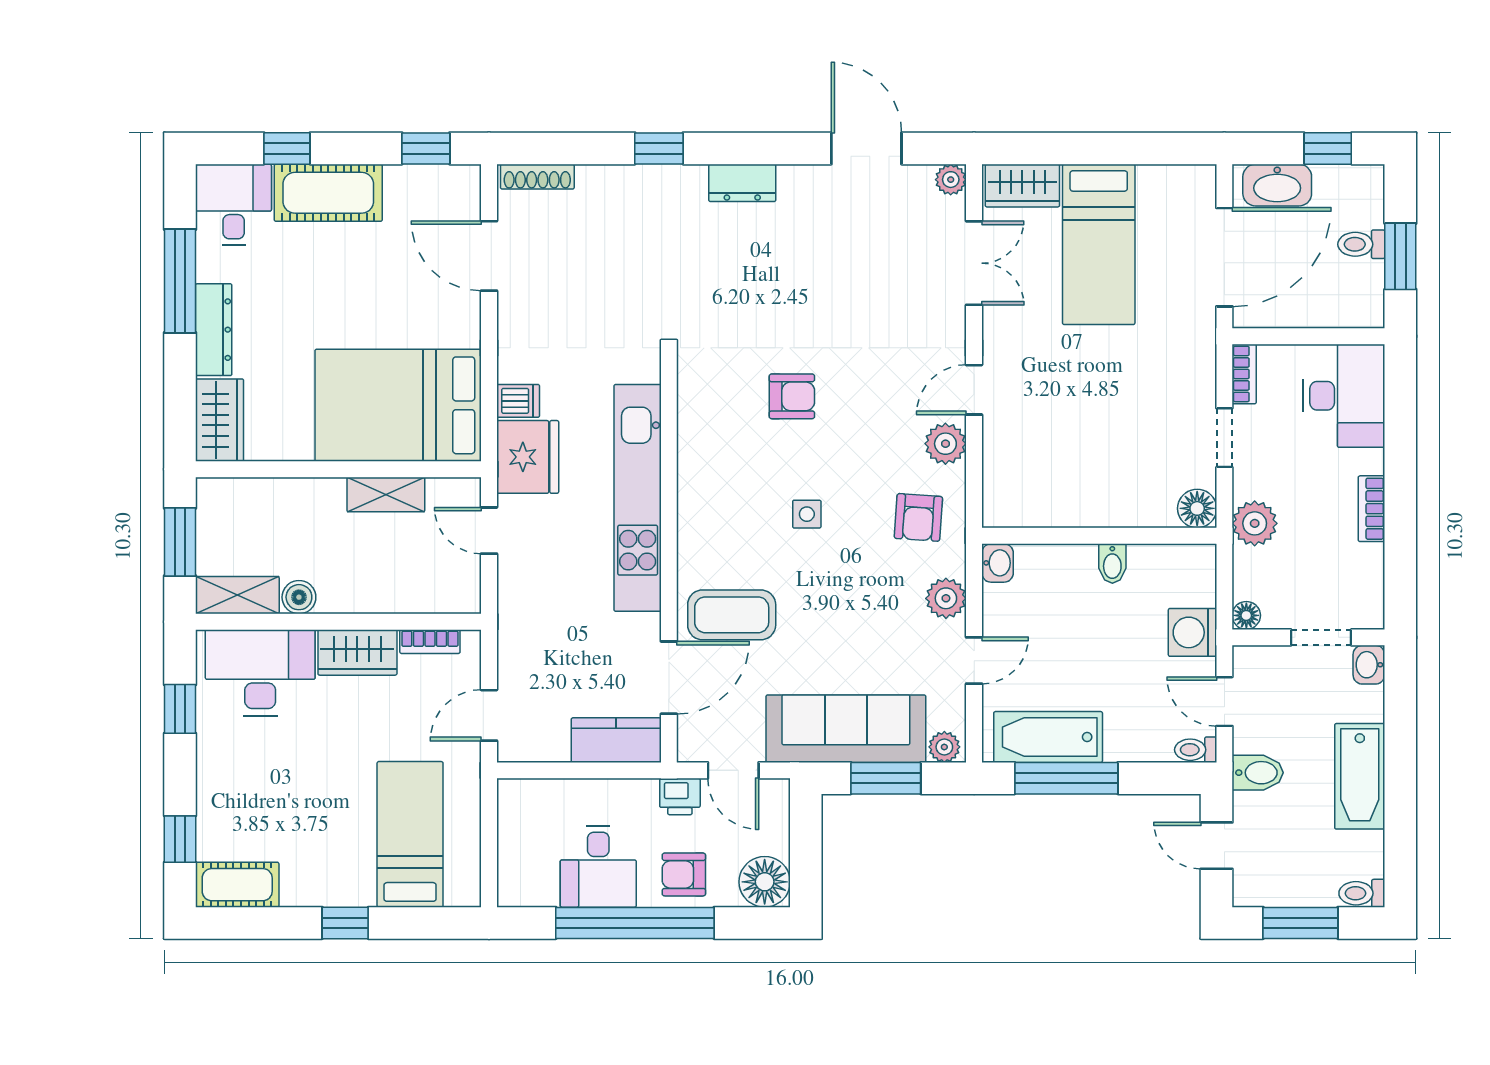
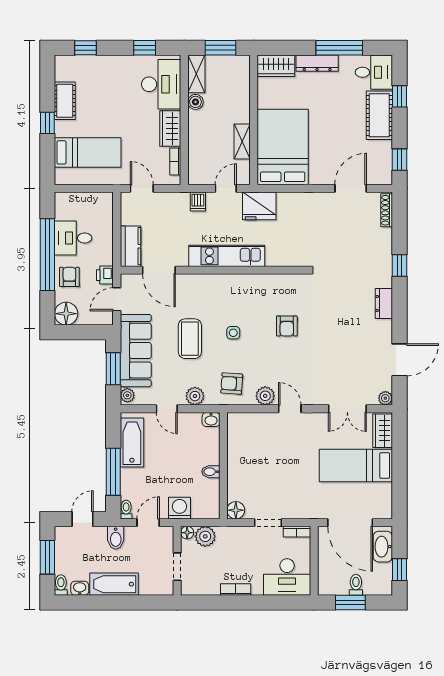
dishwasher: (518, 401) -> (198, 202), moved
kitchen unit: (638, 498) -> (227, 256), width x0.73
plant: (1255, 523) -> (205, 536), moved
coffee table: (732, 615) -> (190, 339), moved
washbasin: (1369, 665) -> (80, 588), moved
window: (1066, 778) -> (113, 472), moved
cot: (237, 885) -> (65, 101), moved

